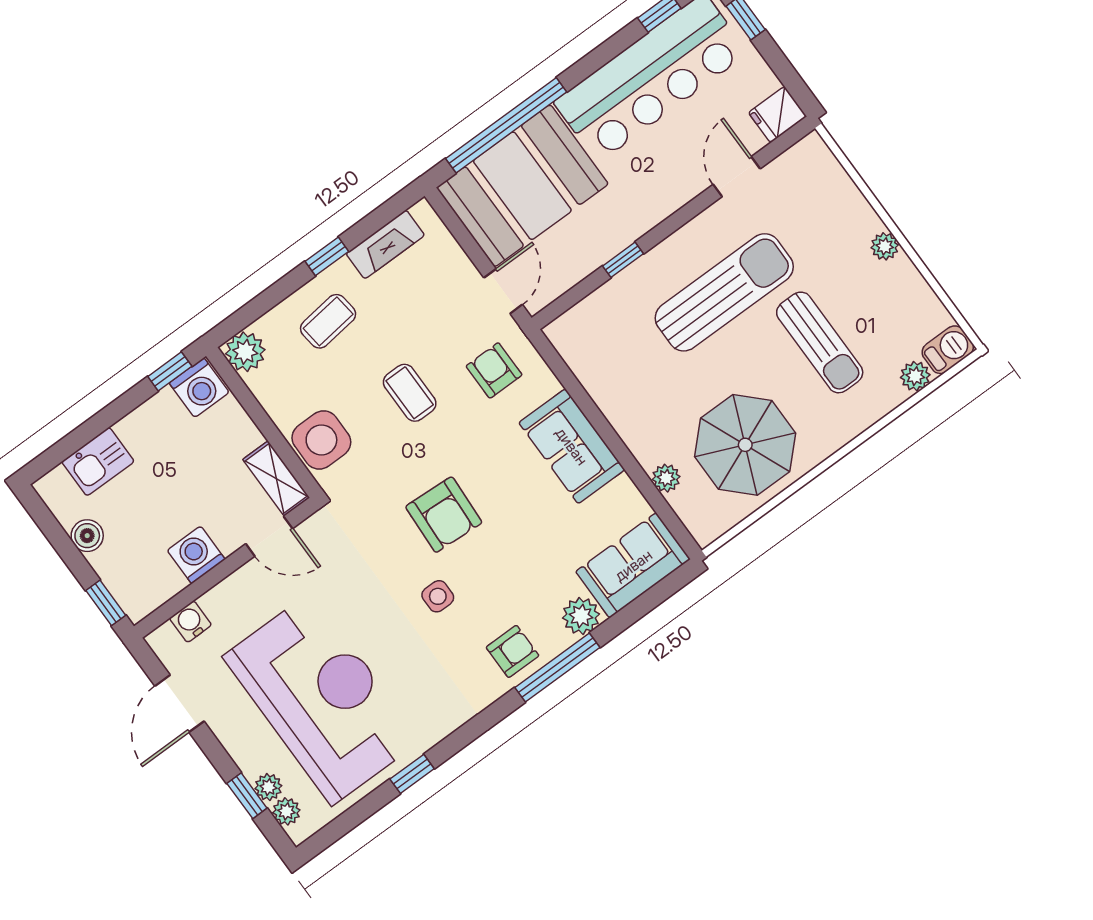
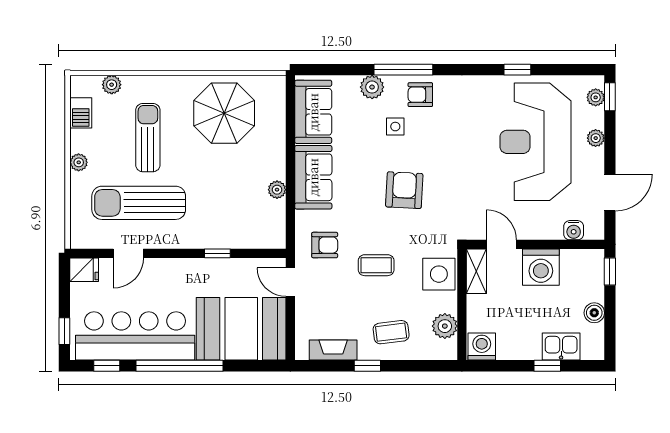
window: (506, 125) -> (179, 366), moved
door: (503, 291) -> (290, 282), hinge flipped
sun lounger: (724, 292) -> (139, 203), moved
barbecue: (948, 350) -> (81, 113), moved, turned -90
plant: (245, 352) -> (445, 326), moved
armchair: (494, 370) -> (325, 245), turned -90
window: (170, 371) -> (547, 366), moved
coffee table: (410, 393) -> (376, 265), turned 90
plant: (666, 478) -> (277, 190), moved
washing machine: (196, 555) -> (541, 267), width x1.37, depth x1.37
sofa: (633, 565) -> (313, 112), moved, turned -90
side table: (438, 596) -> (395, 127), moved
plant: (268, 787) -> (596, 138), moved
window: (247, 796) -> (610, 97), moved

